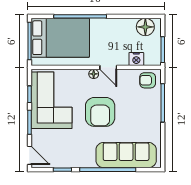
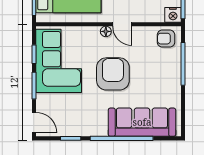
nightstand: (136, 59) -> (173, 15), moved
armchair: (100, 112) -> (113, 74), turned 180

